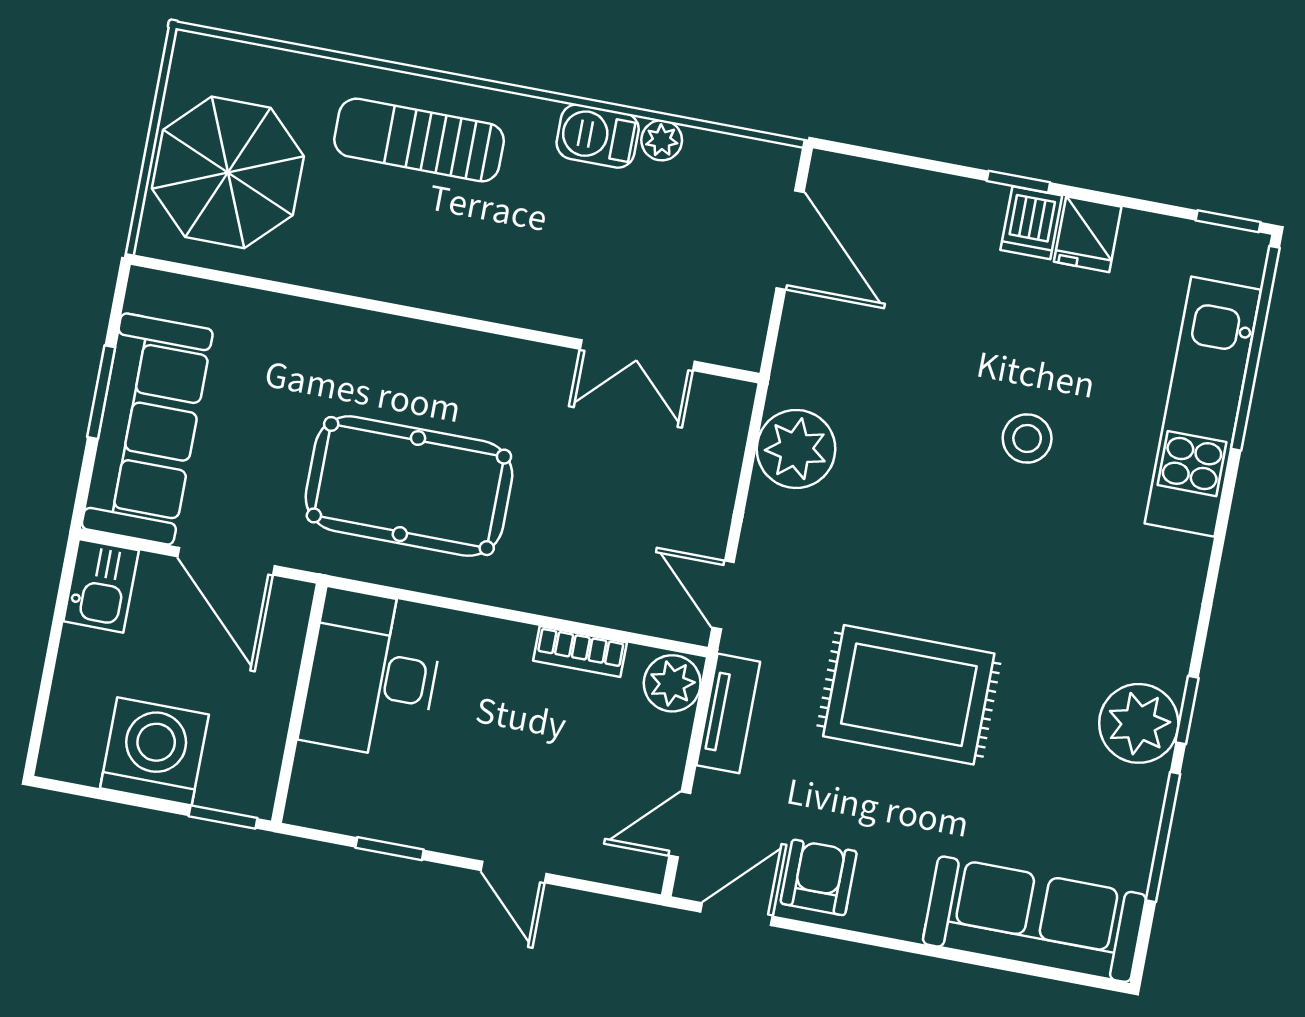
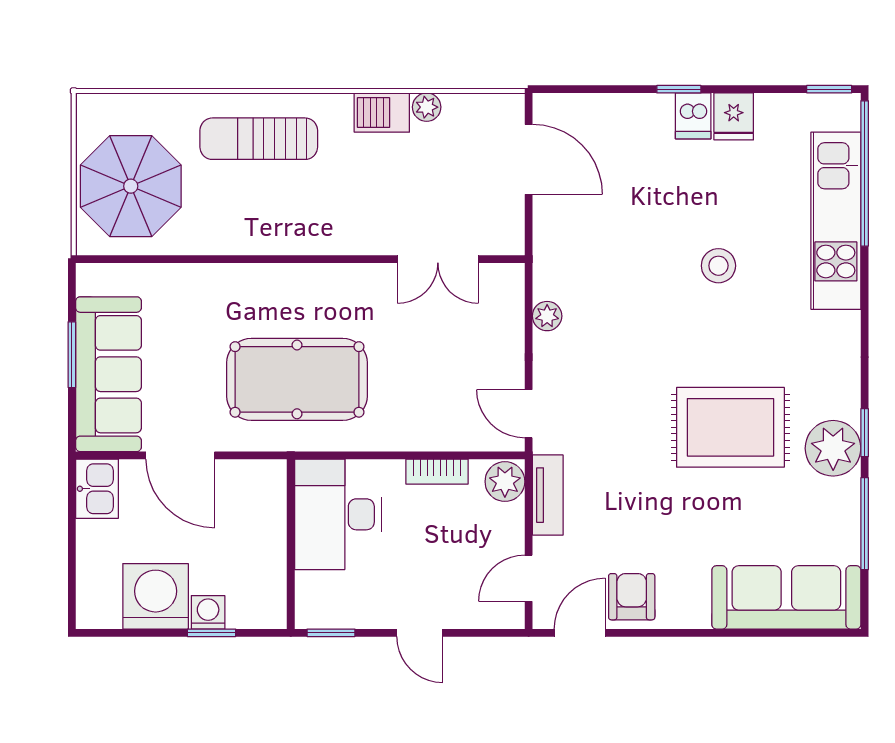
plant: (796, 449) -> (547, 316), width x0.53, depth x0.53
desk: (372, 674) -> (338, 514), moved
rug: (909, 695) -> (730, 427), moved
wall: (299, 703) -> (291, 544), moved
washing machine: (223, 788) -> (208, 612), added

